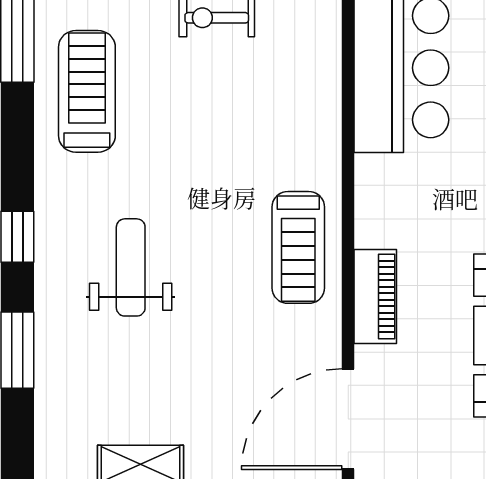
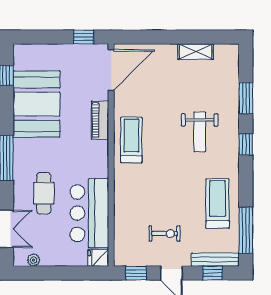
treadmill: (87, 91) -> (217, 204), turned 180

